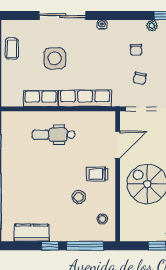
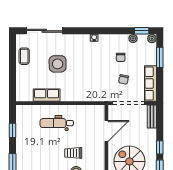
sliding door: (63, 16) -> (44, 31), moved
row of seats: (85, 98) -> (81, 95), removed
trolley: (97, 174) -> (73, 153), moved

